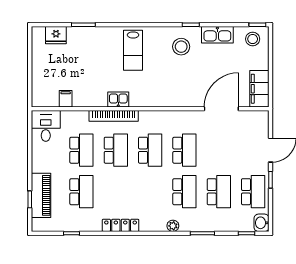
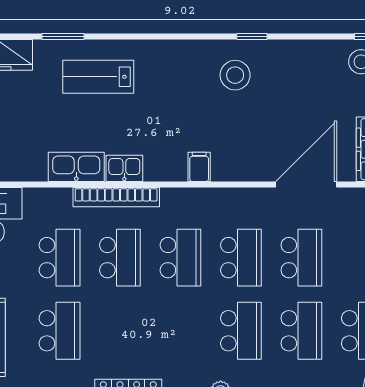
kitchen sink: (217, 35) -> (76, 167), moved, turned 180
lab bench: (133, 50) -> (98, 77), moved, turned 90
filing cabinet: (66, 99) -> (199, 167), moved
school desk: (219, 150) -> (301, 258), added

